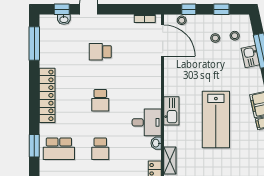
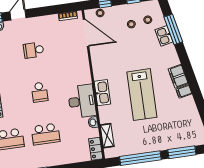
desk: (147, 122) -> (82, 101), width x1.37
school desk: (100, 149) -> (46, 134), width x1.85

